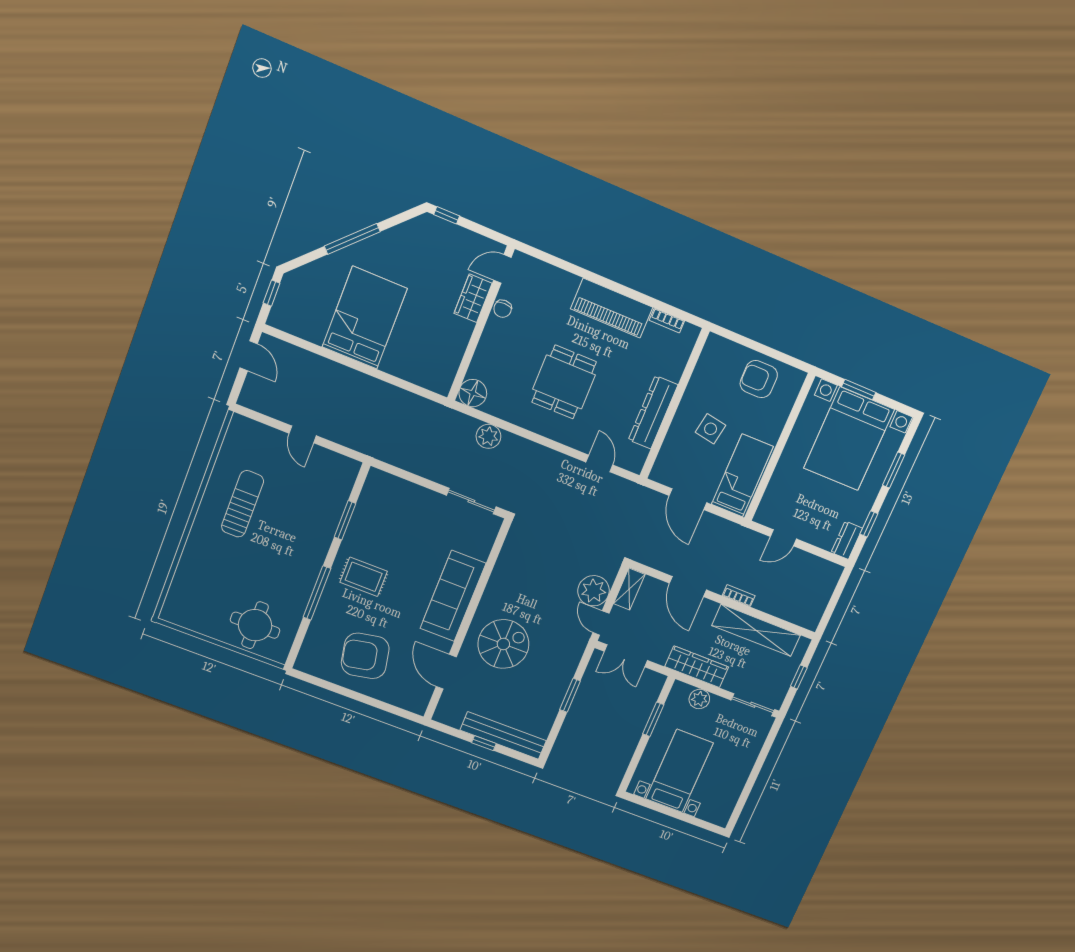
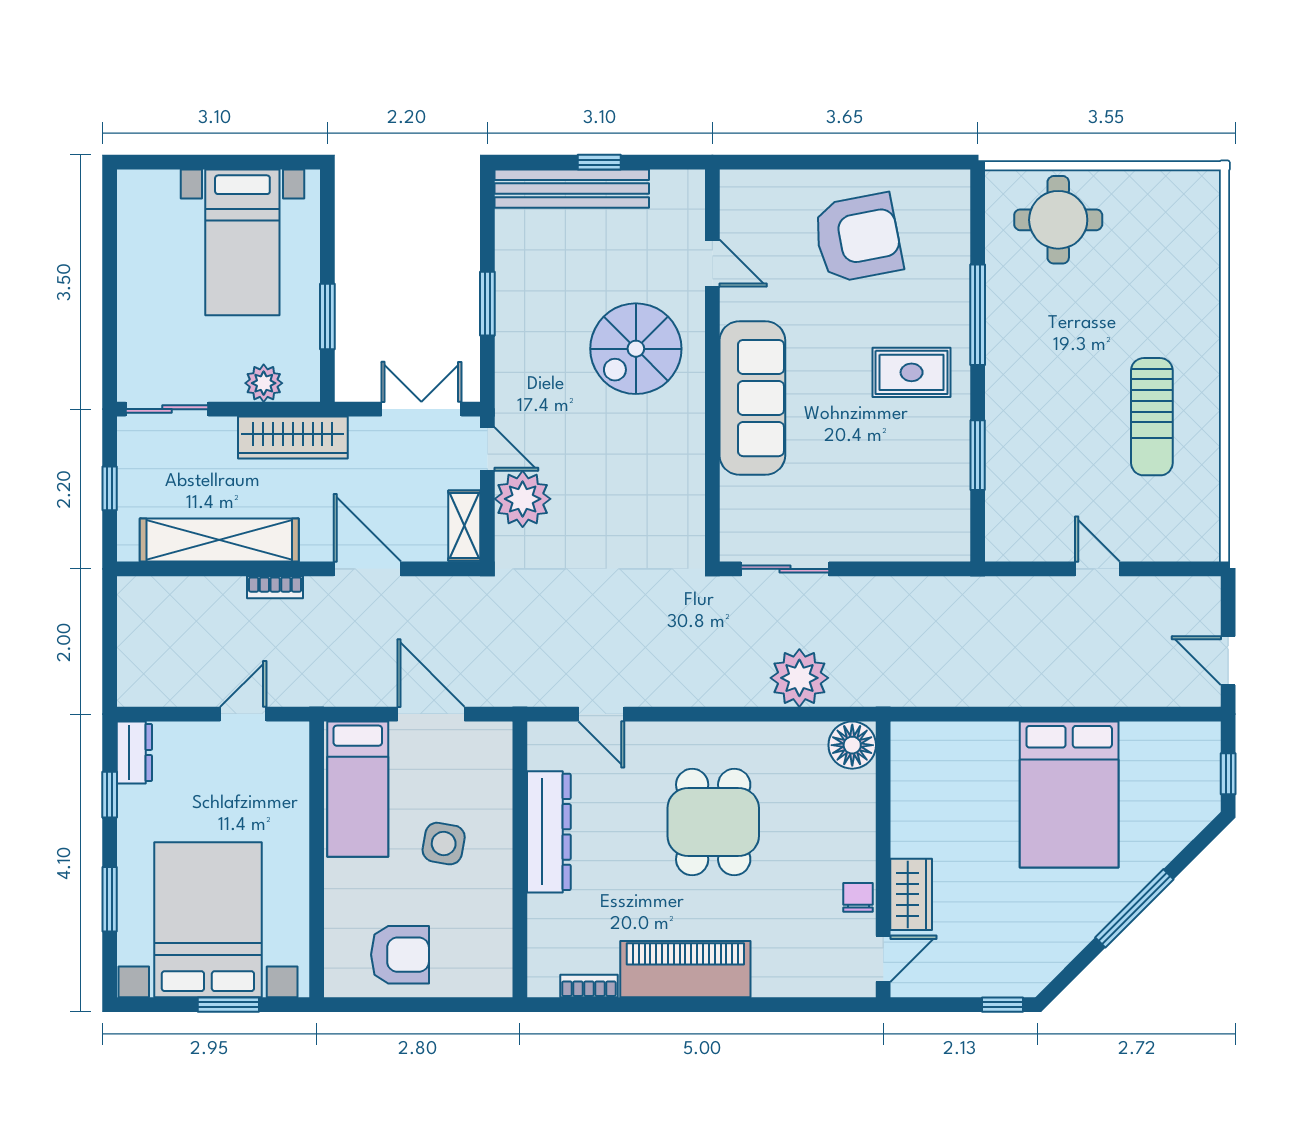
plant: (488, 436) -> (799, 678), width x1.36, depth x1.36
door: (446, 672) -> (712, 263), width x0.73

